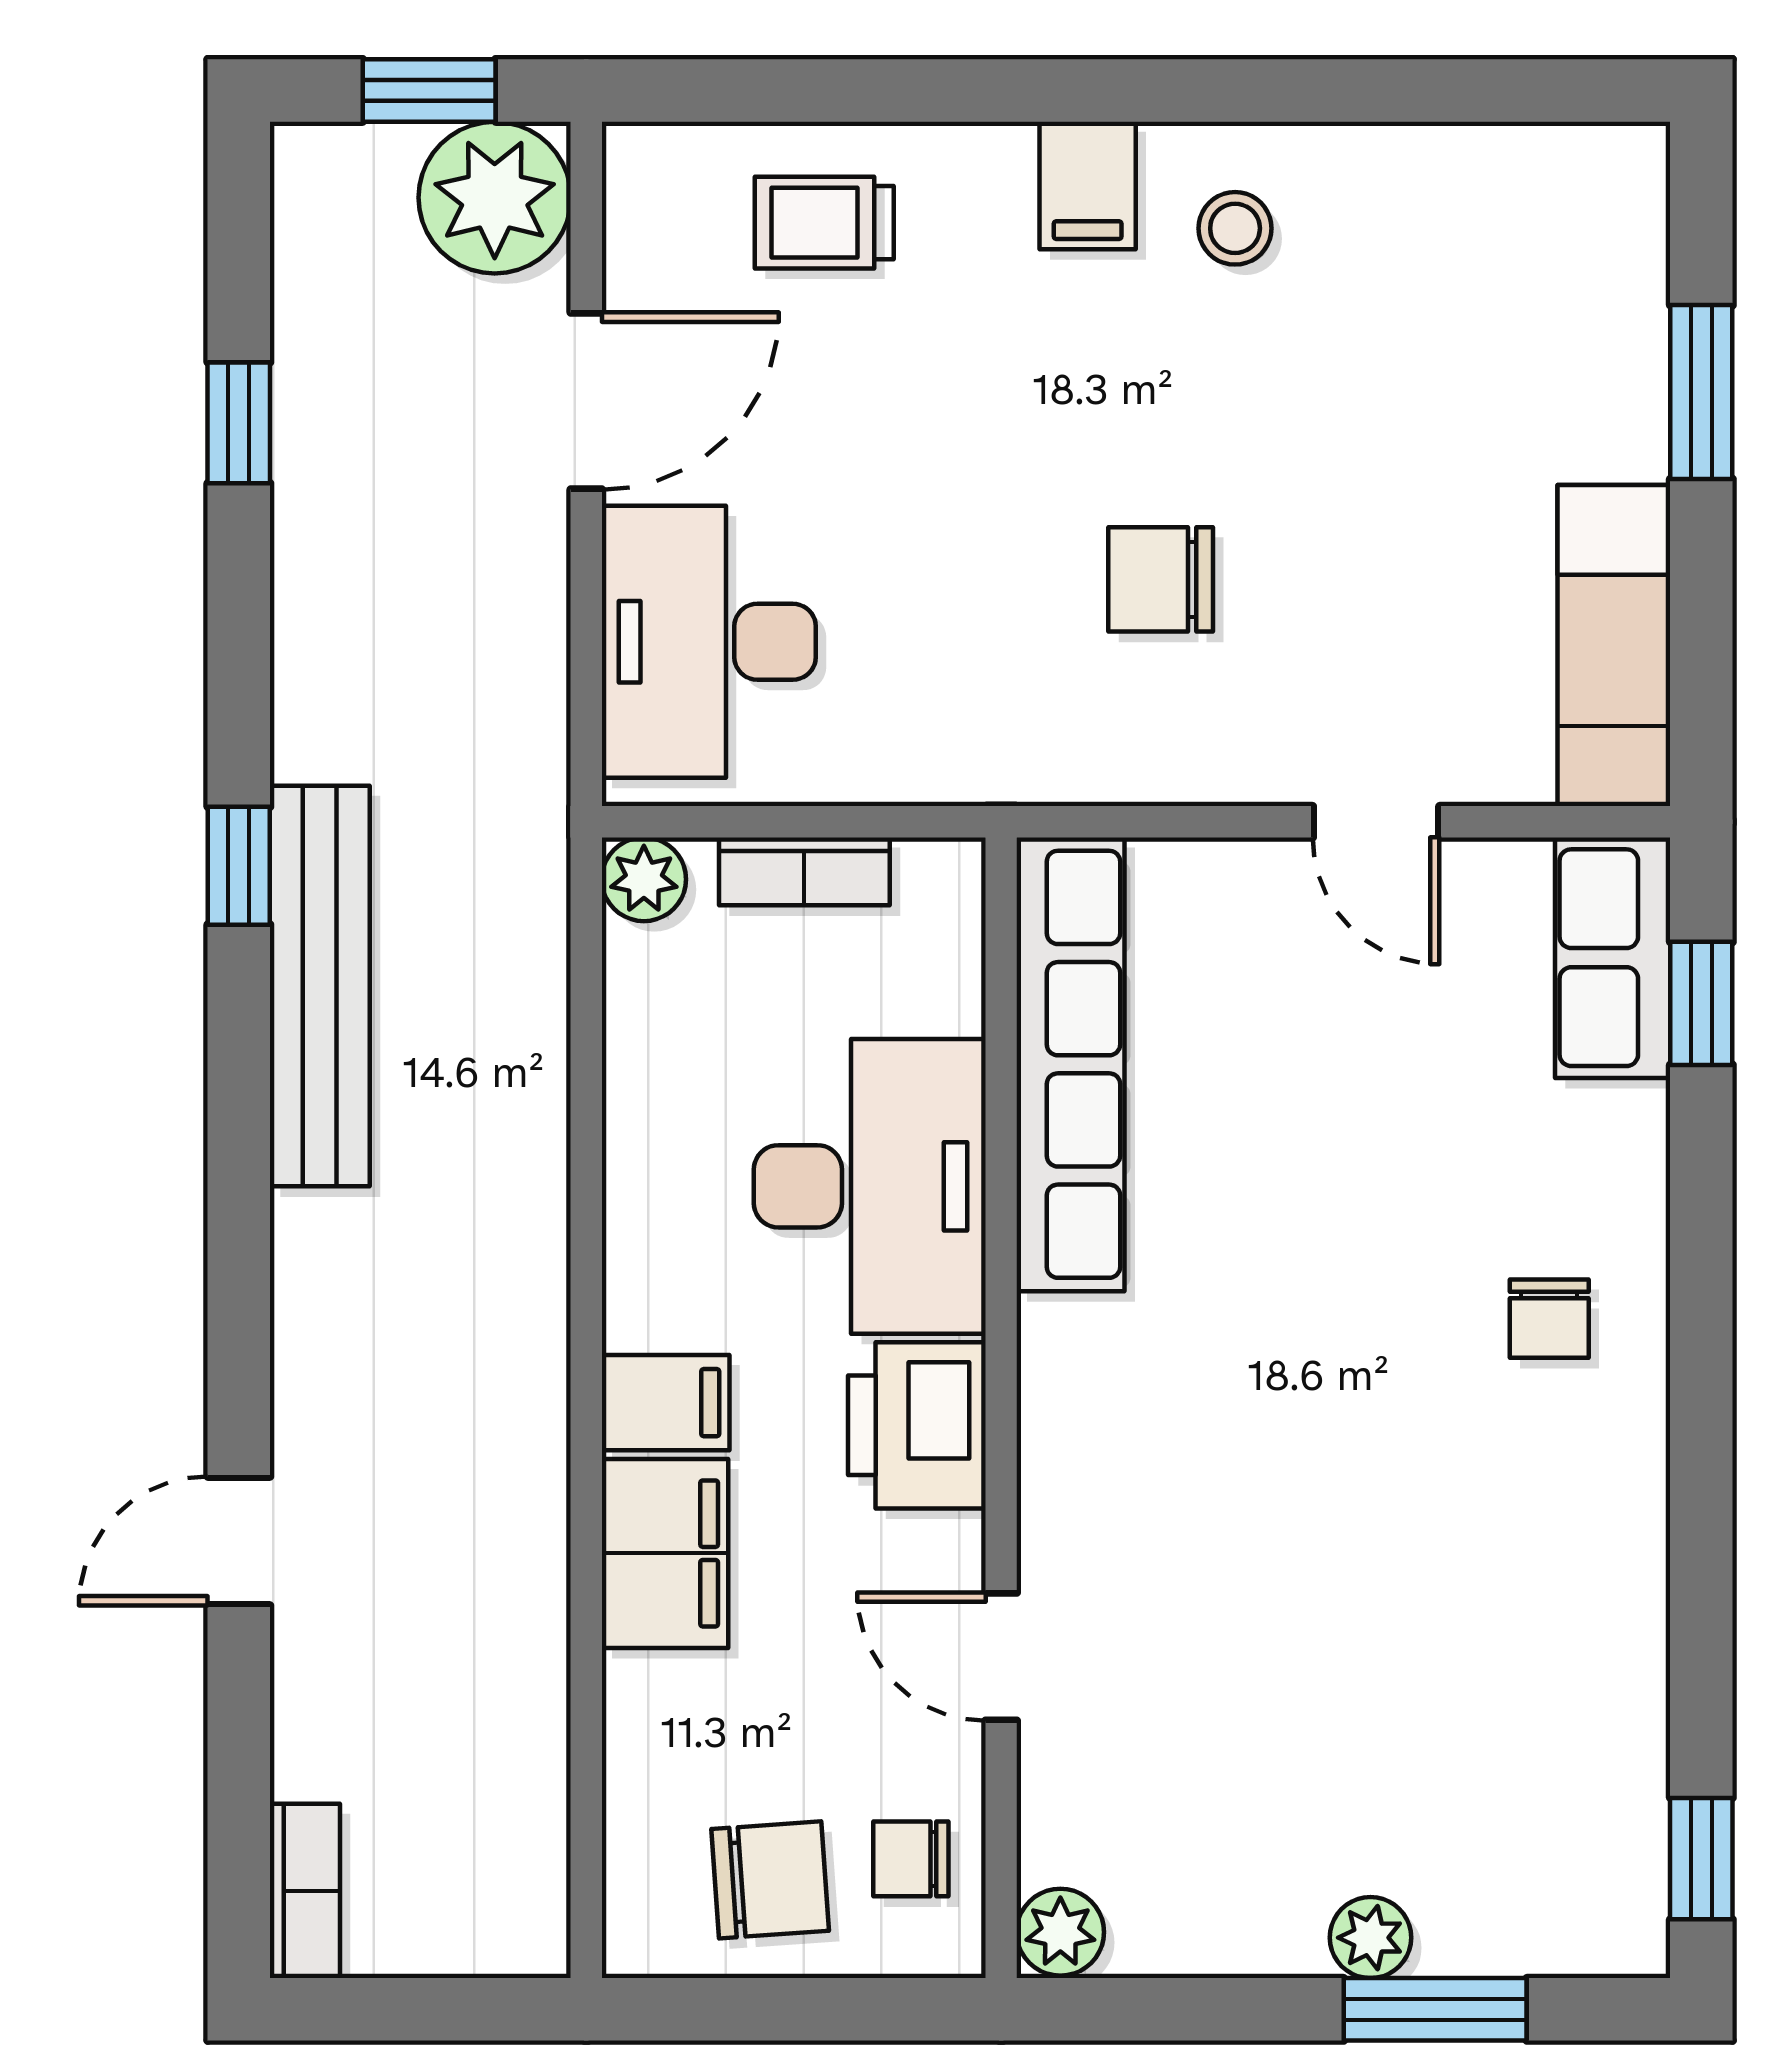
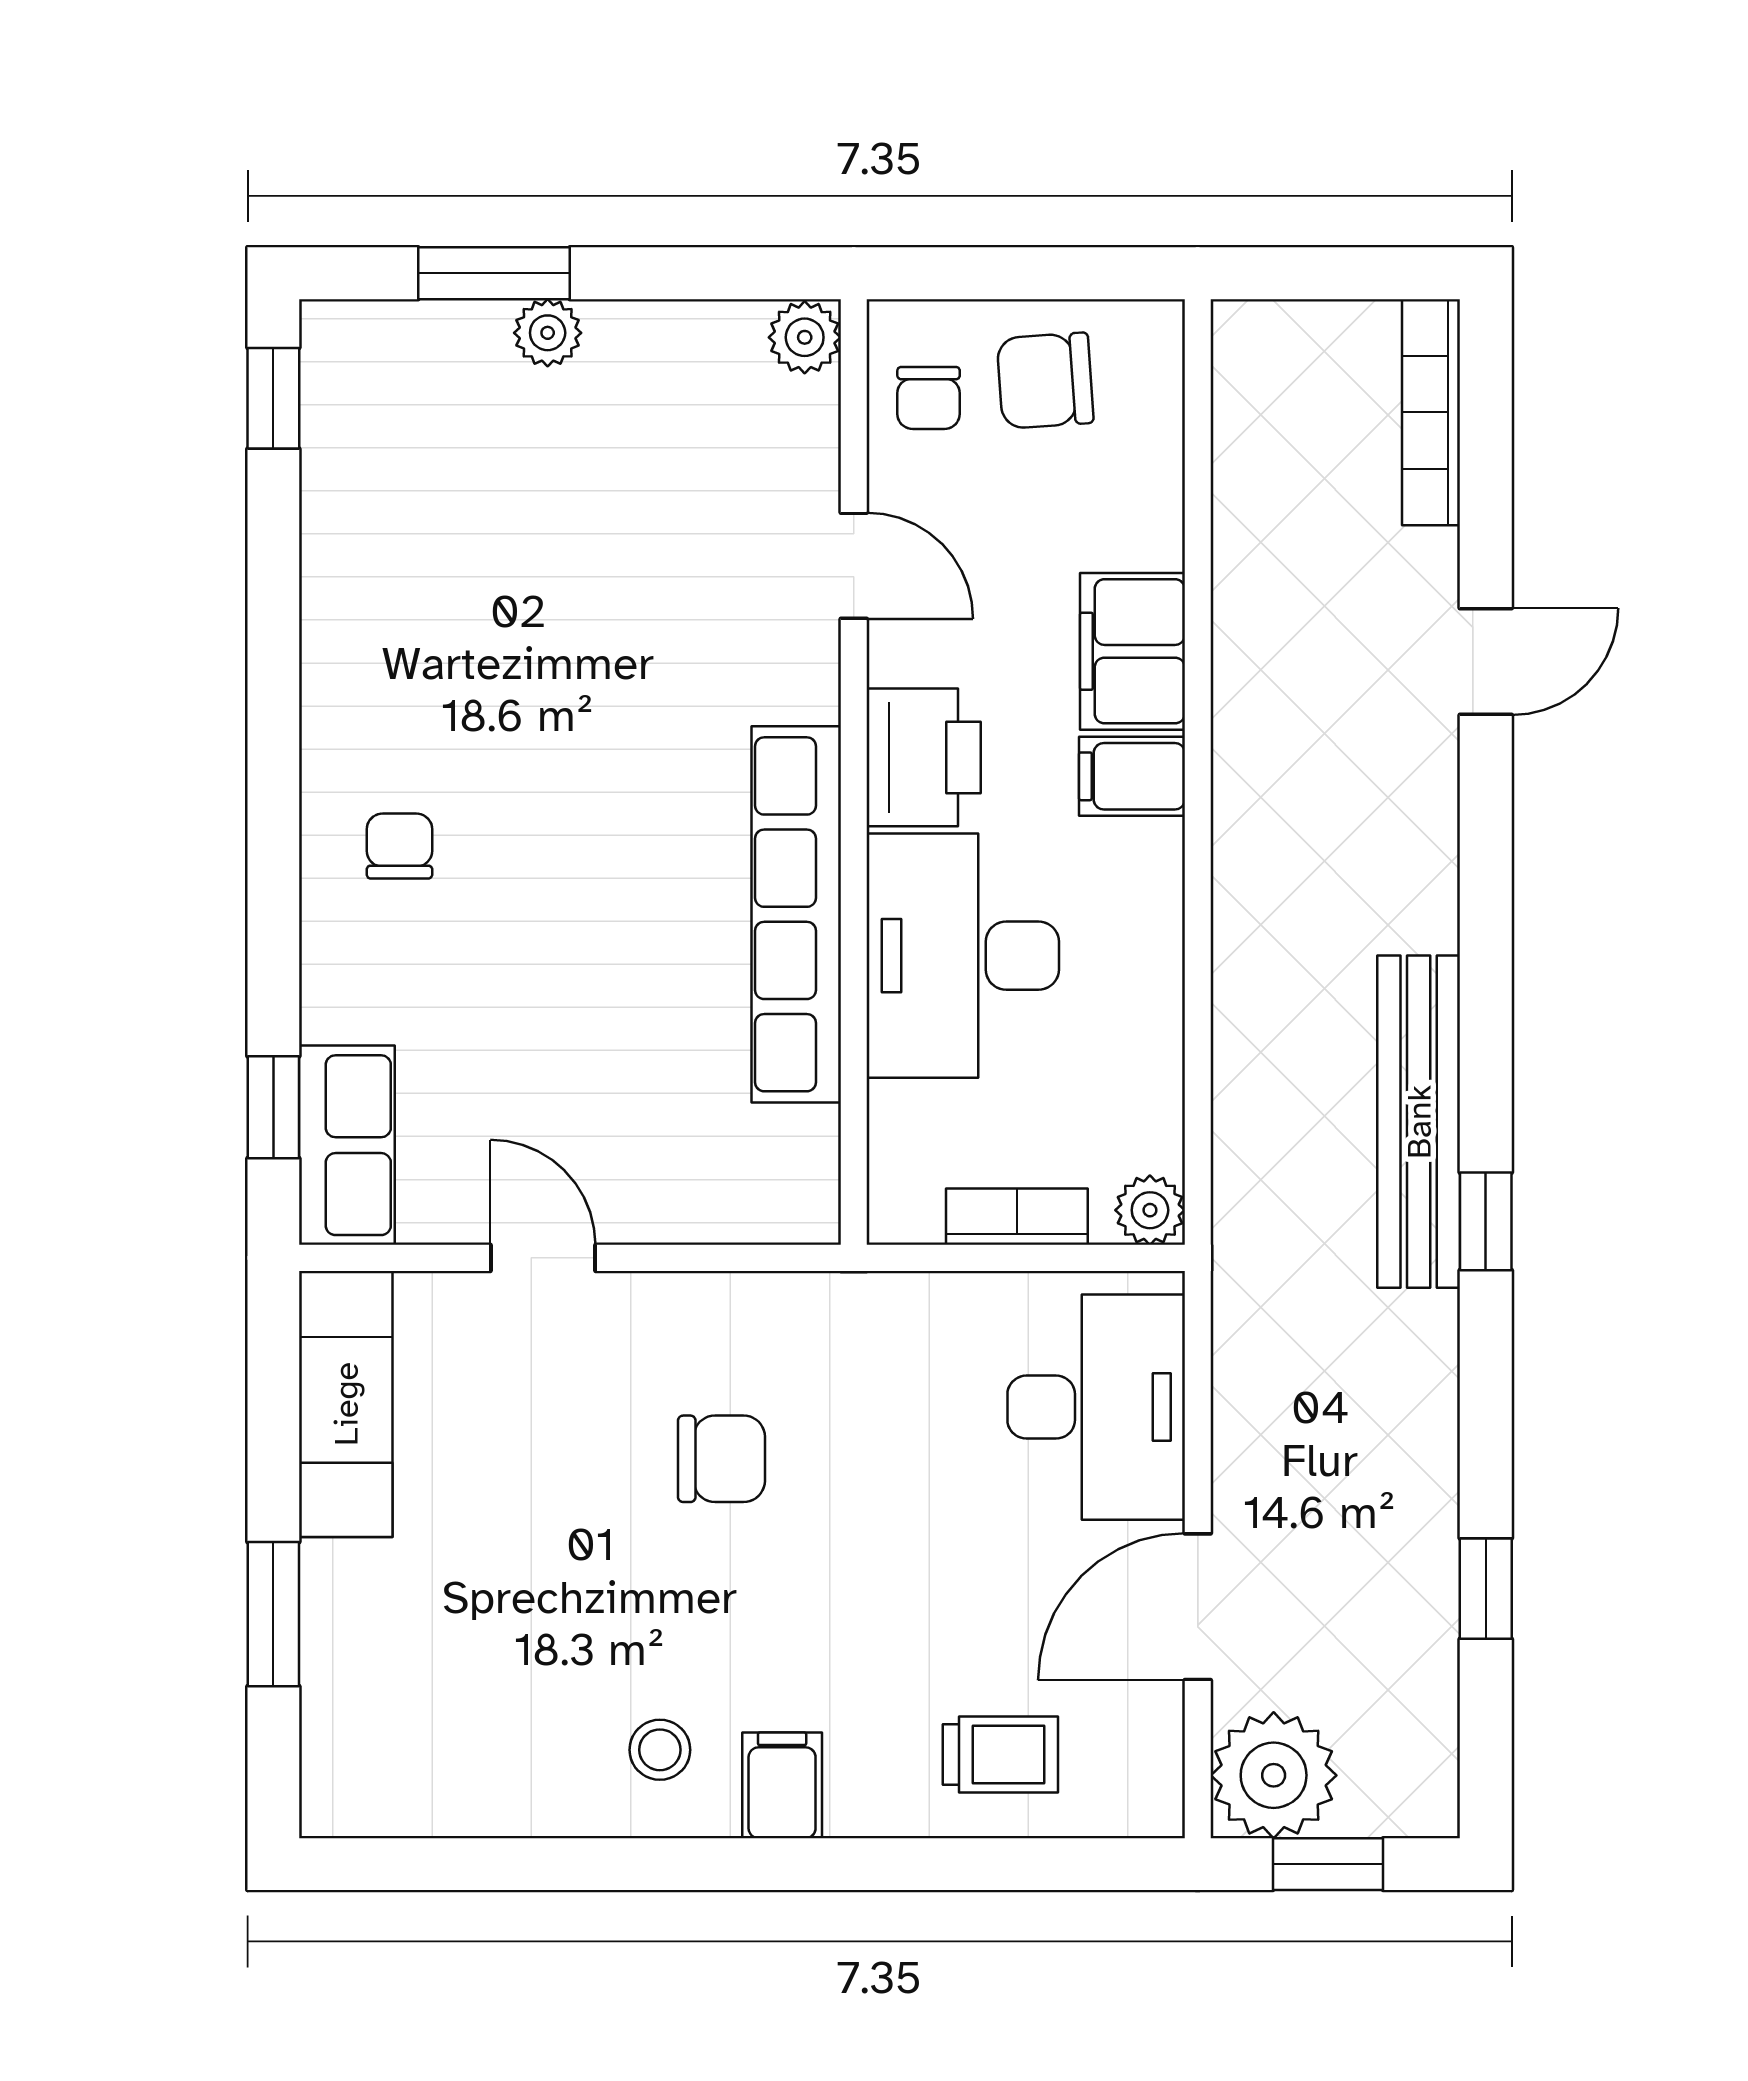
row of seats: (1071, 1064) -> (796, 914), moved
chair: (911, 1859) -> (929, 398), turned 90
bookcase: (305, 1891) -> (1431, 412), width x1.56

